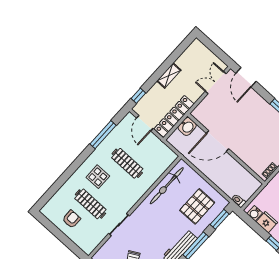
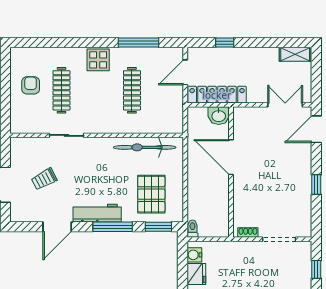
shelving: (169, 76) -> (295, 54), moved
window: (138, 96) -> (225, 43), moved
display table: (98, 177) -> (98, 60), moved
pallet: (197, 206) -> (151, 194), turned 90
armchair: (71, 219) -> (31, 85), turned -90

